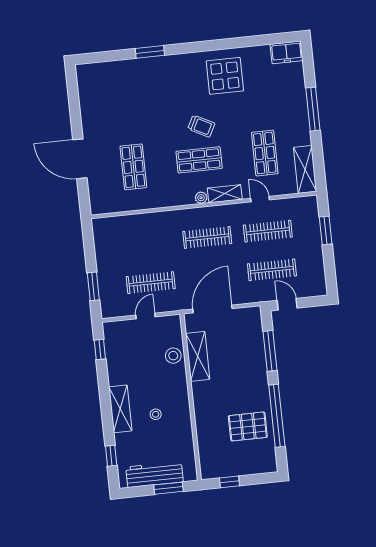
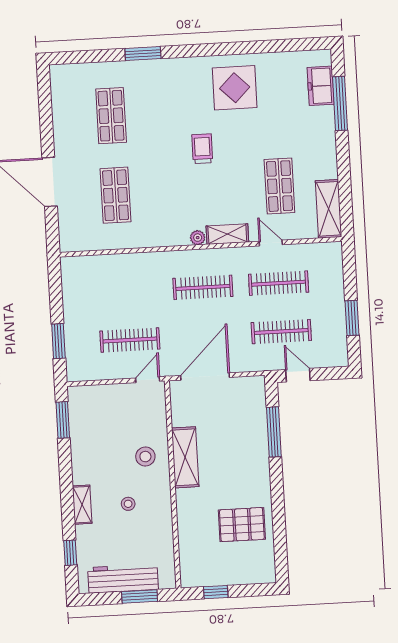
freezer: (287, 52) -> (321, 86), moved, turned 90
window: (313, 109) -> (340, 103), moved
trolley: (201, 126) -> (202, 149), turned -117
shop shelf: (199, 160) -> (111, 116), moved, turned 90
window: (326, 230) -> (352, 318), moved
door: (145, 316) -> (148, 380), moved
window: (100, 349) -> (63, 420), width x1.50
stool: (173, 356) -> (145, 457), moved
shelving: (198, 356) -> (185, 457), moved
shelving: (120, 409) -> (82, 505), width x0.67, depth x0.75
window: (277, 416) -> (278, 513), removed

